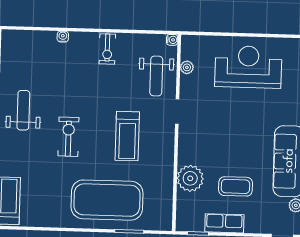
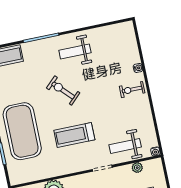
exercise bike: (107, 49) -> (132, 90), moved
weight bench: (23, 110) -> (75, 51), turned 180
exercise bike: (68, 137) -> (63, 90), turned -134

